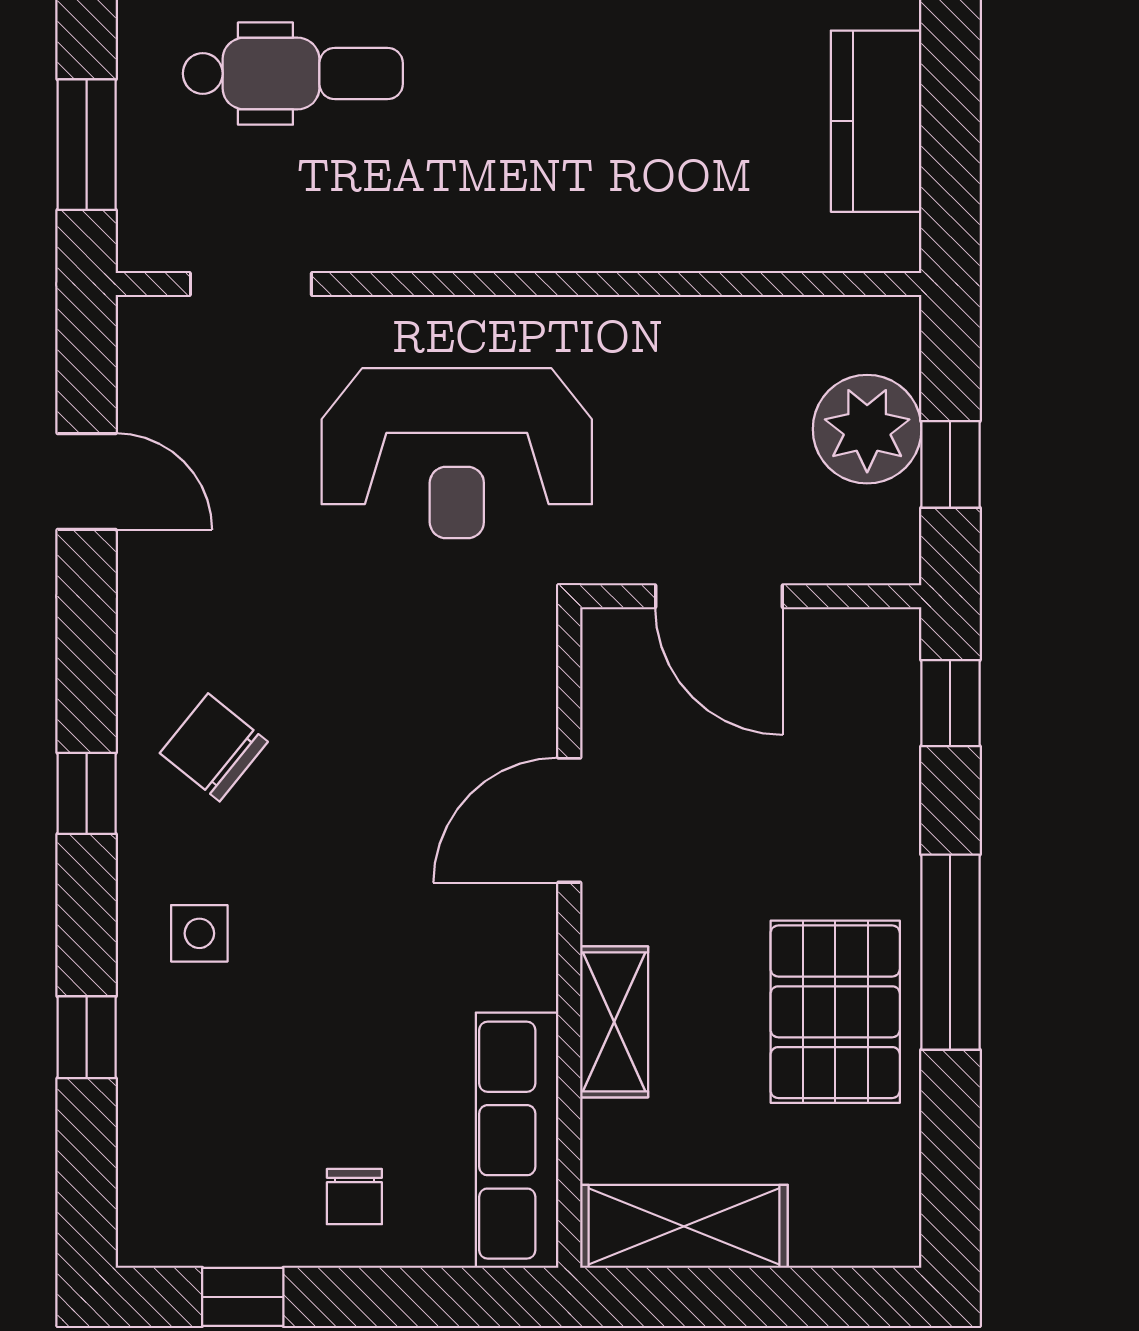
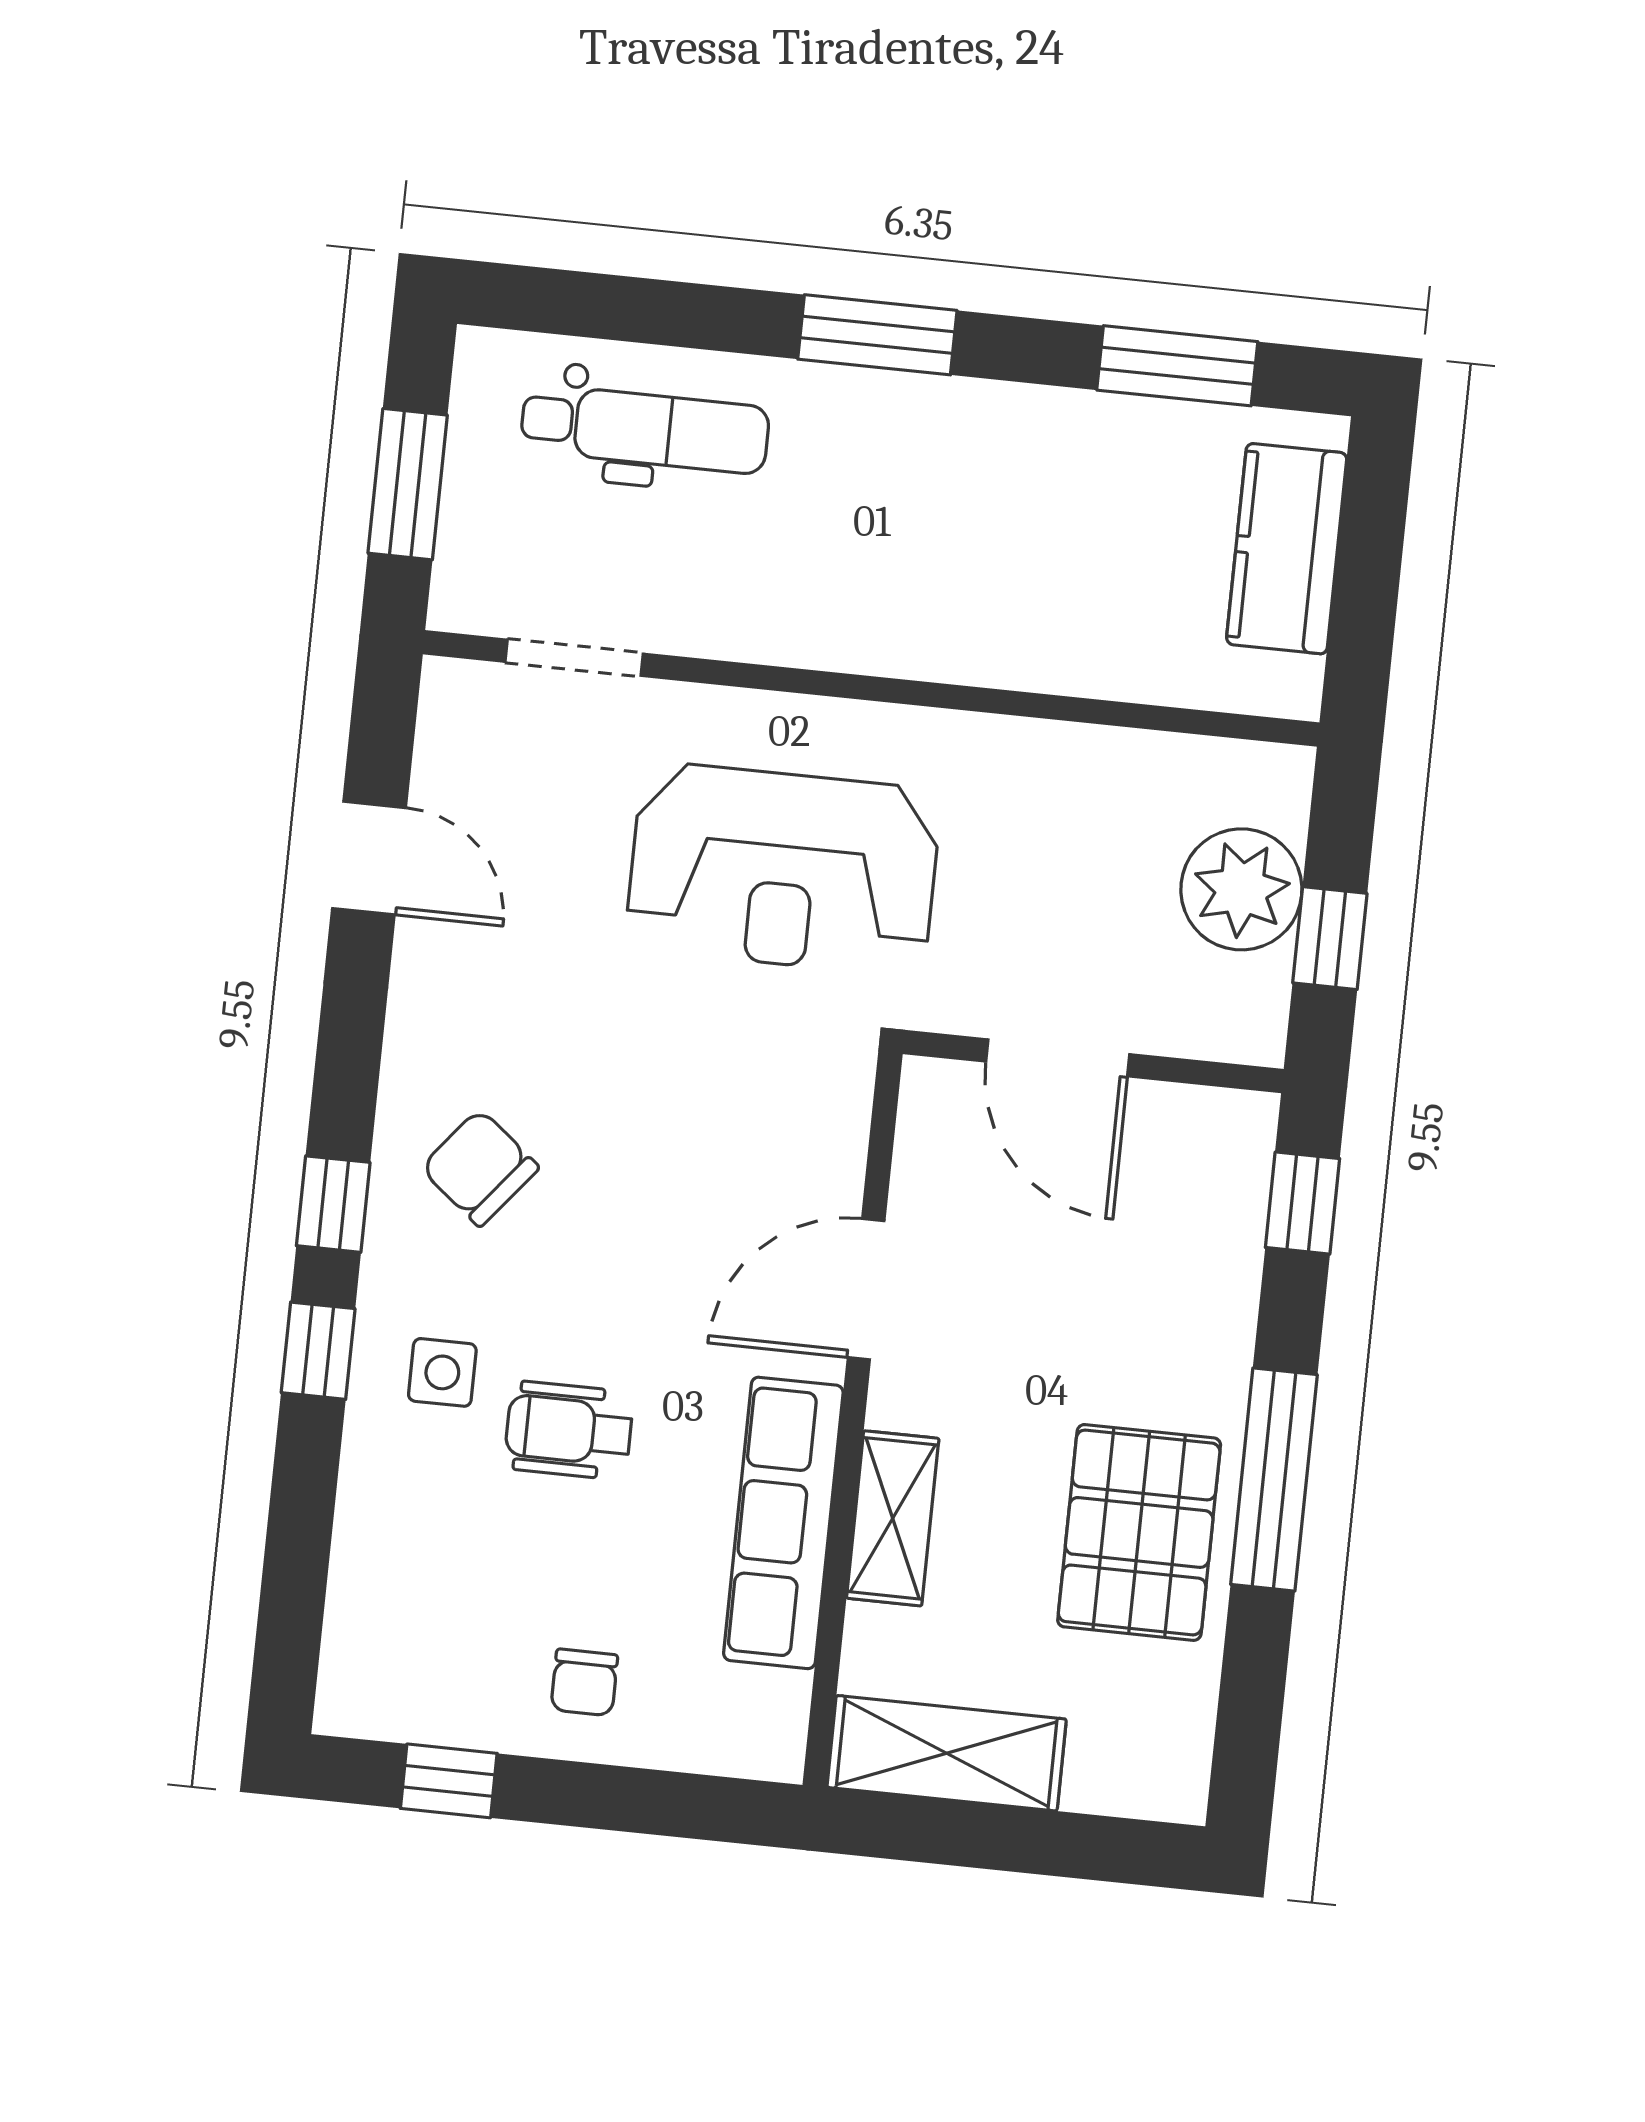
wheelchair: (317, 973) -> (569, 1430), added
window: (87, 1037) -> (318, 1351), moved
row of seats: (517, 1140) -> (783, 1523), moved

